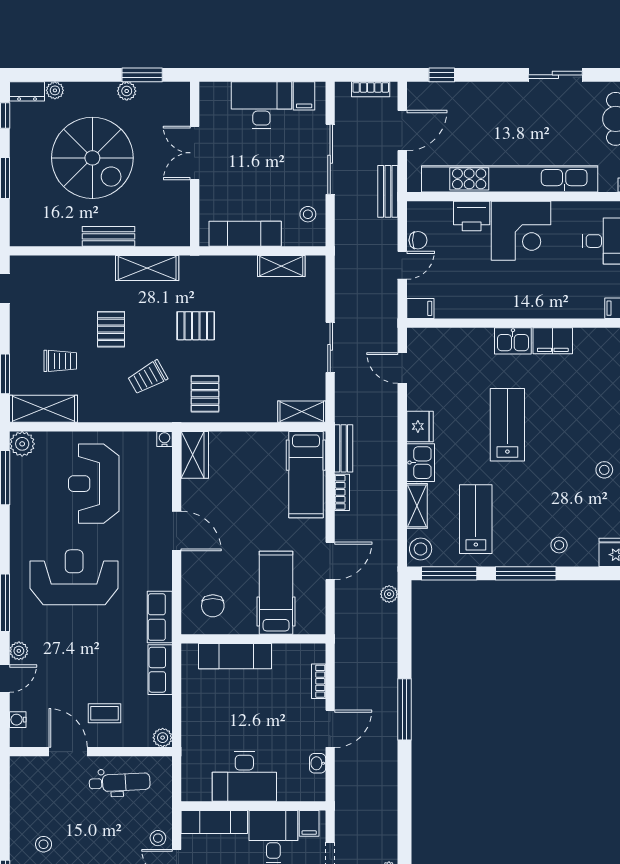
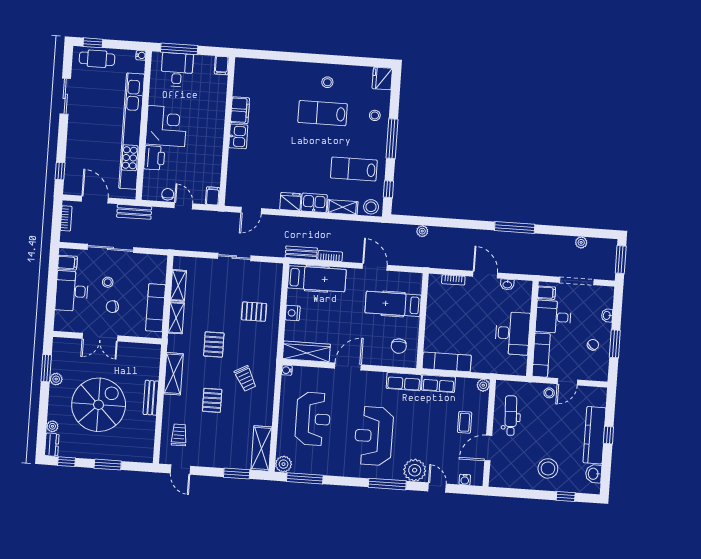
chair: (242, 168) -> (112, 307), added
stool: (308, 214) -> (108, 282), moved
pallet: (111, 329) -> (212, 400), turned 90
trolley: (60, 361) -> (179, 435), moved
pallet: (205, 394) -> (254, 312), moved
shelving: (302, 412) -> (176, 318), moved
lab bench: (507, 425) -> (323, 113), moved
nightstand: (252, 442) -> (293, 313), added
wardrobe: (195, 455) -> (306, 352), width x1.50
reception desk: (94, 484) -> (313, 419), turned -90
window: (449, 573) -> (388, 189), width x0.46
plant: (389, 594) -> (422, 231), moved
chair: (213, 606) -> (399, 346), turned 90
plant: (19, 651) -> (415, 470), width x1.88, depth x1.88
exam couch: (235, 656) -> (447, 362), moved, turned -90
window: (405, 709) -> (515, 227), moved
stool: (44, 844) -> (548, 468), width x1.89, depth x1.89

